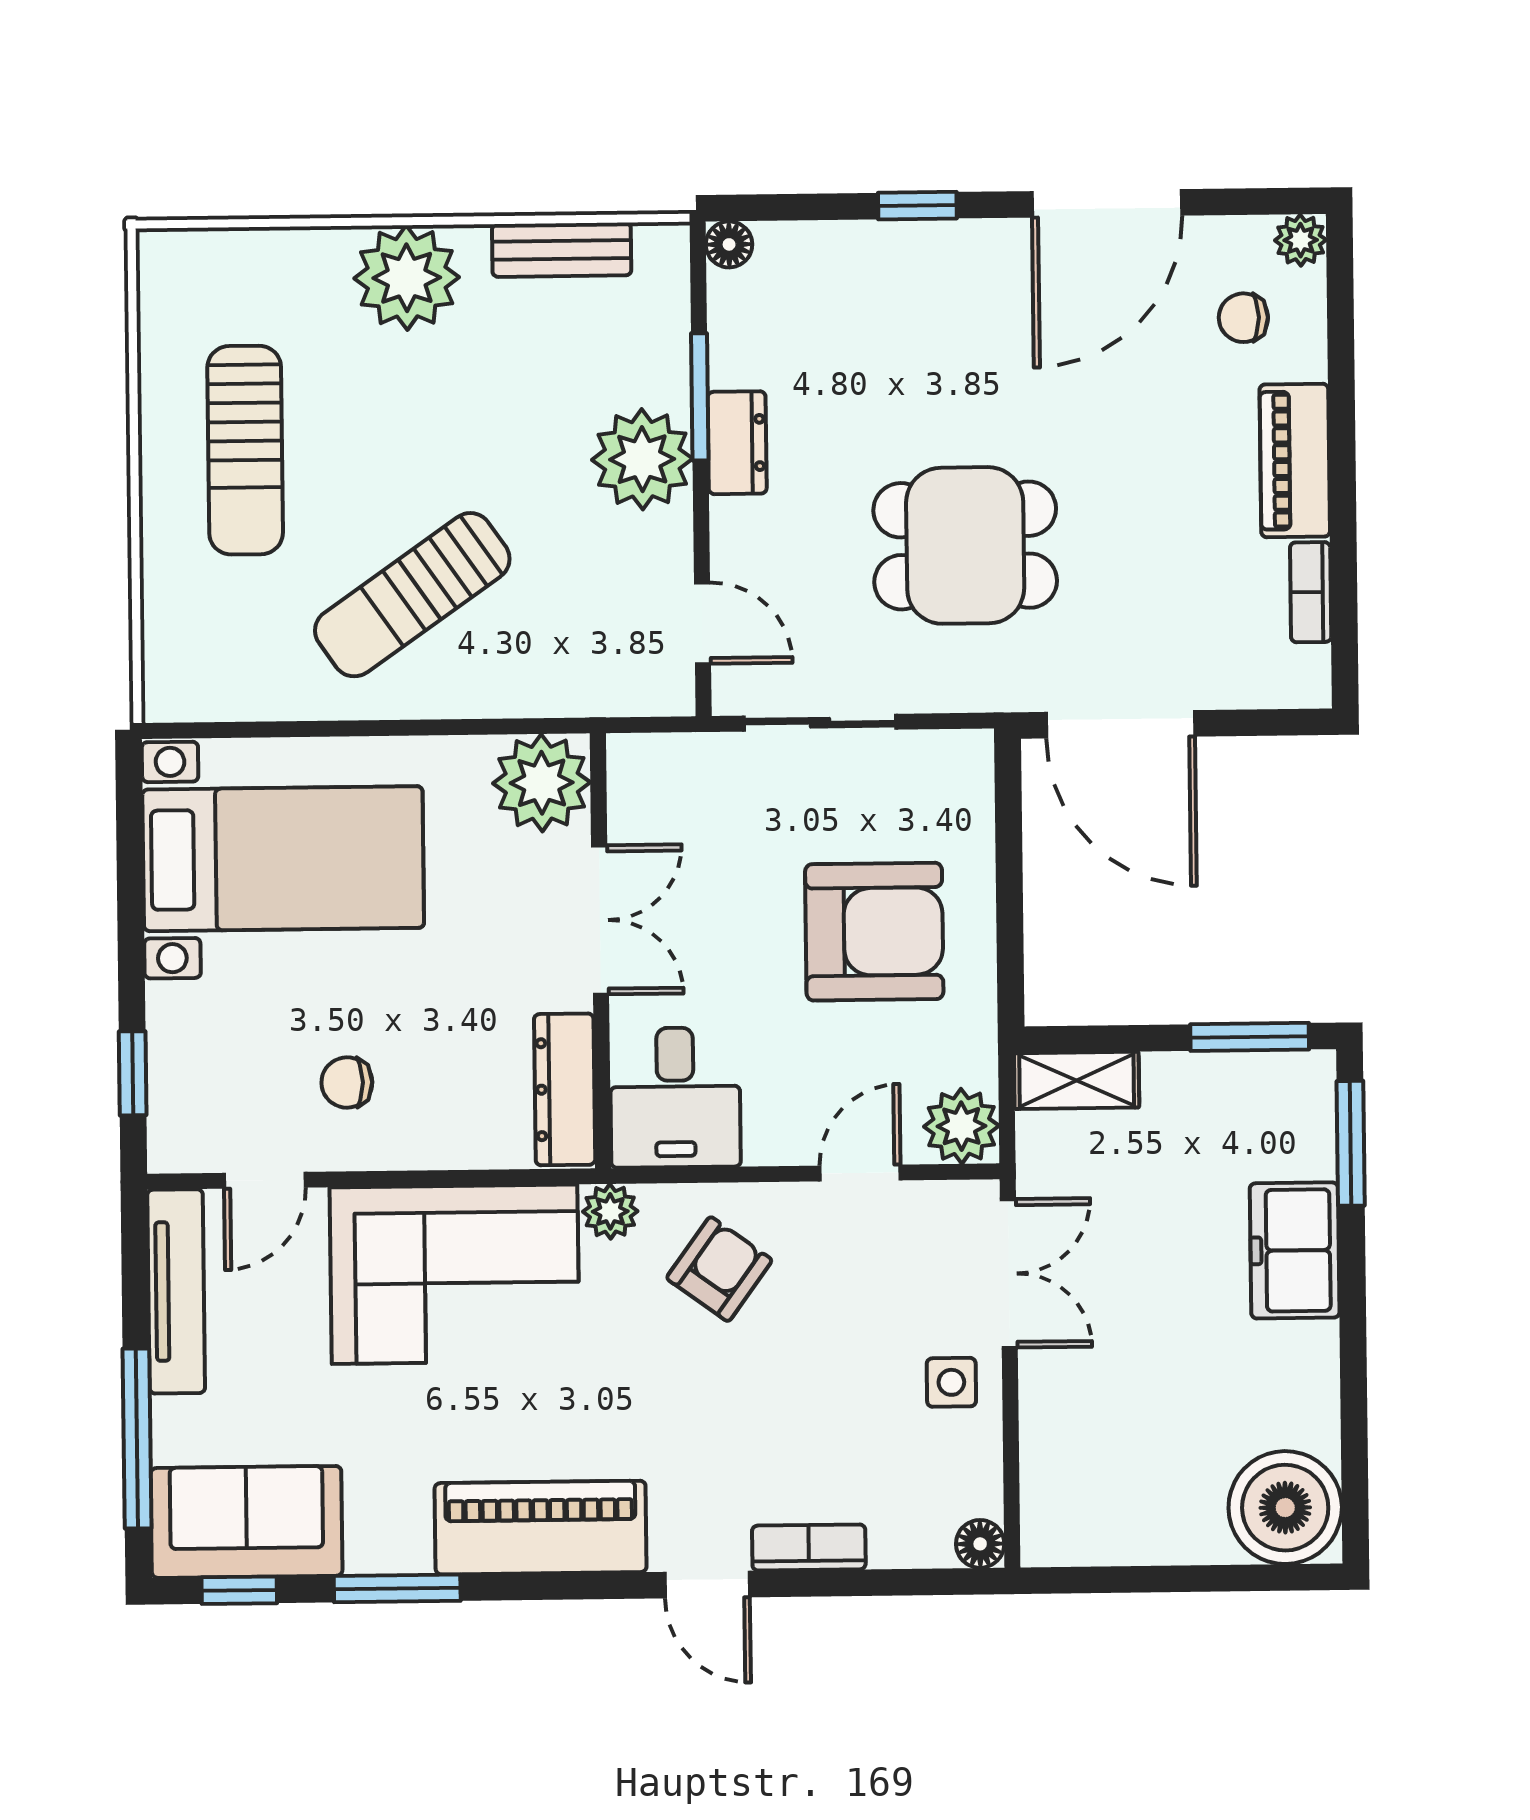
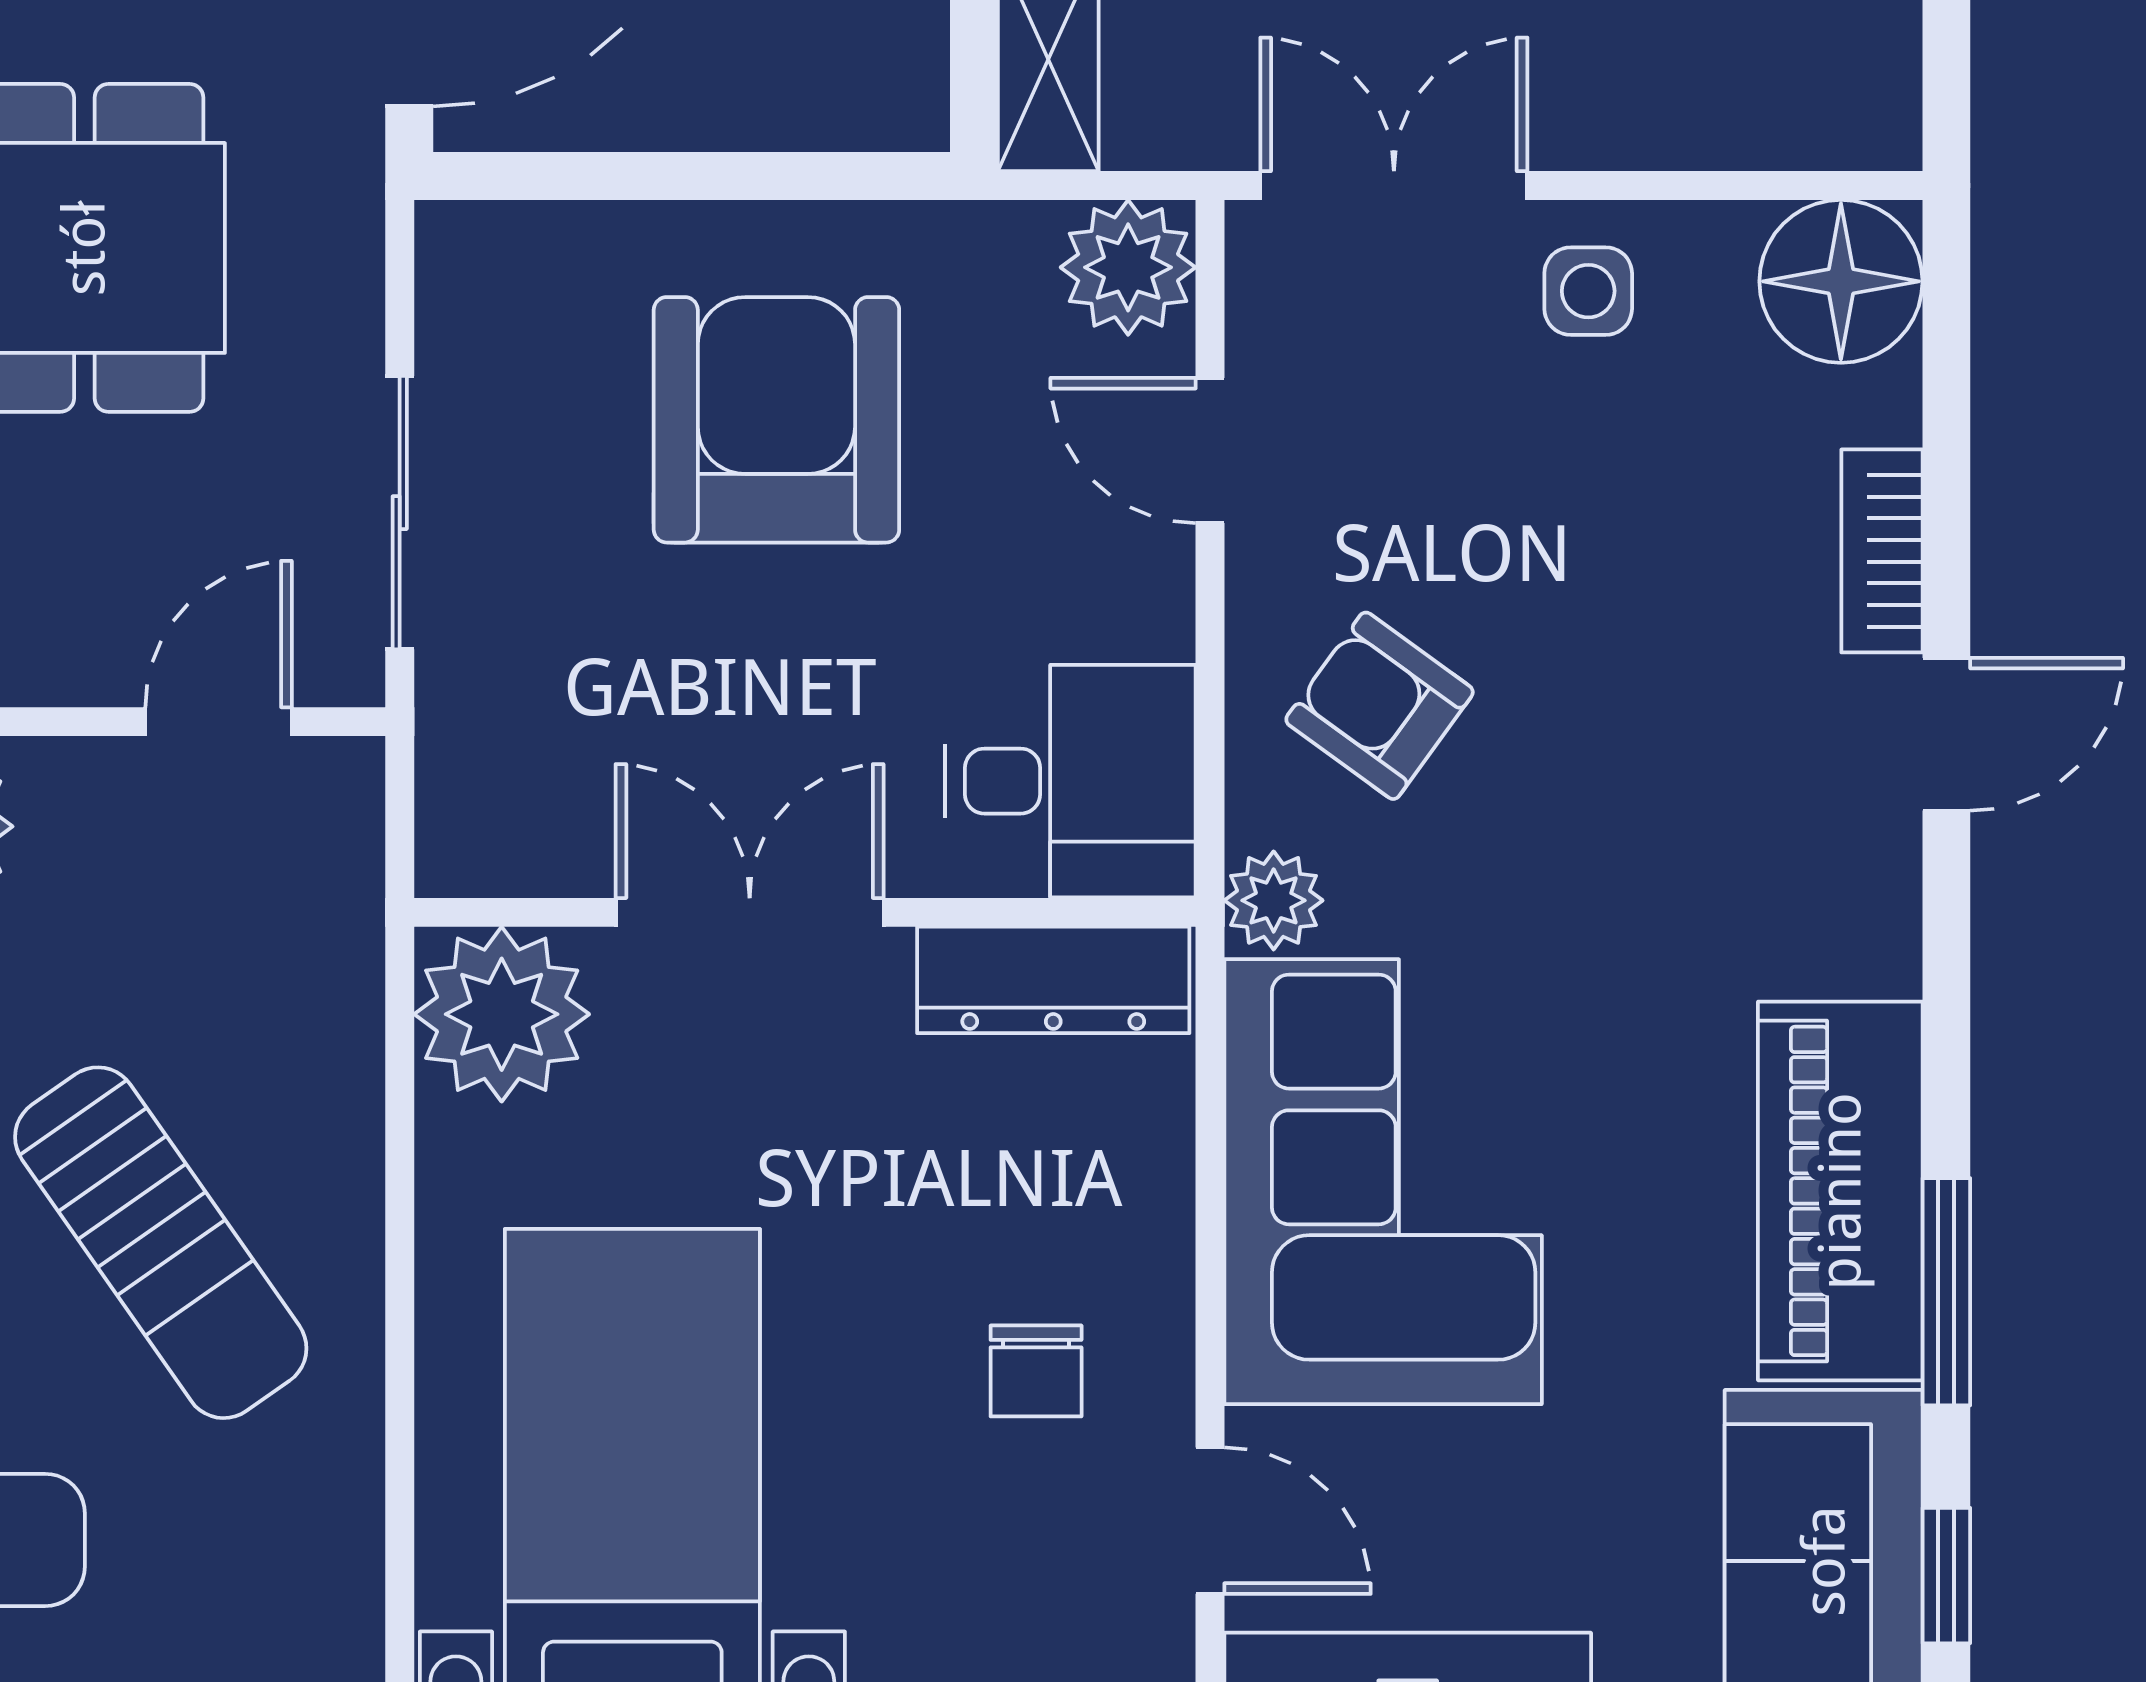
piano: (541, 1528) -> (1840, 1191), moved
floor lamp: (980, 1544) -> (1841, 281), width x1.89, depth x1.89

